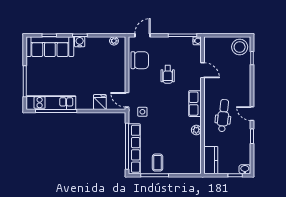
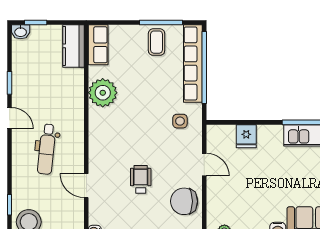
door: (127, 100) -> (204, 165), moved
row of seats: (195, 104) -> (98, 45), moved
dental chair: (223, 116) -> (47, 149), moved
plant: (196, 130) -> (103, 93), width x1.88, depth x1.88

